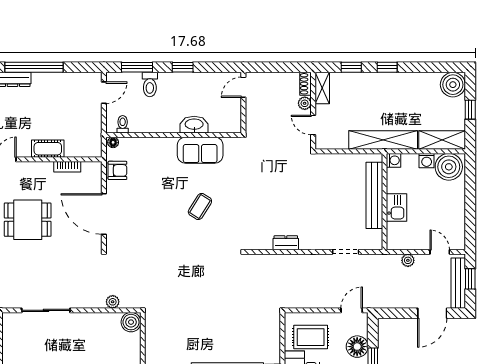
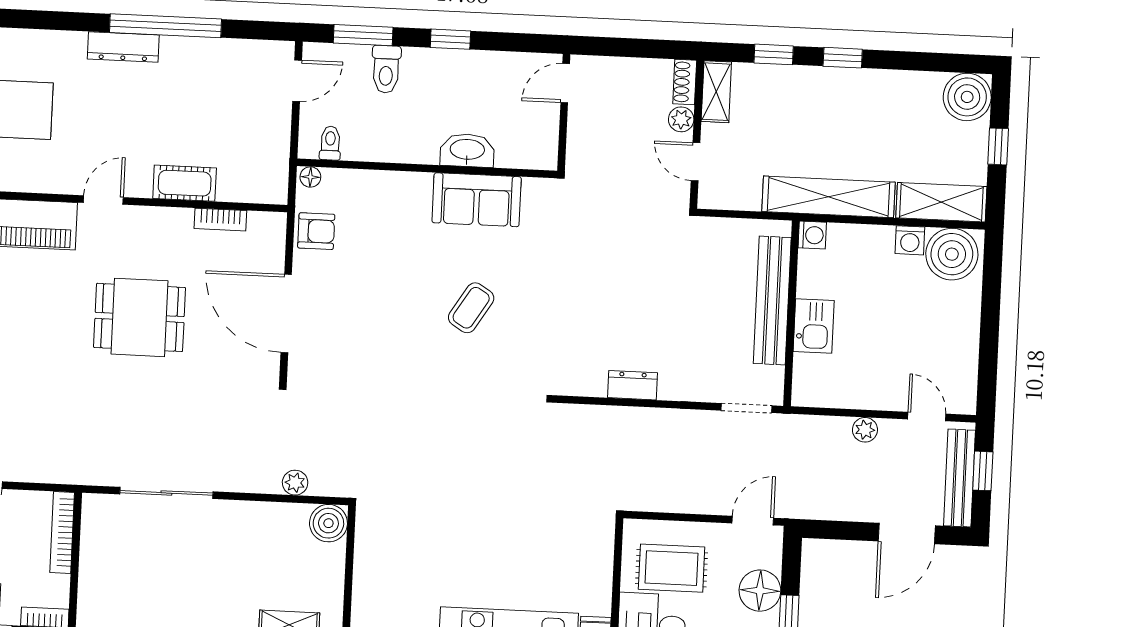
washing machine: (394, 160) -> (812, 235), moved
bench: (374, 195) -> (772, 300), moved
wall: (385, 202) -> (791, 313), moved
kitchen sink: (396, 208) -> (814, 326), moved

